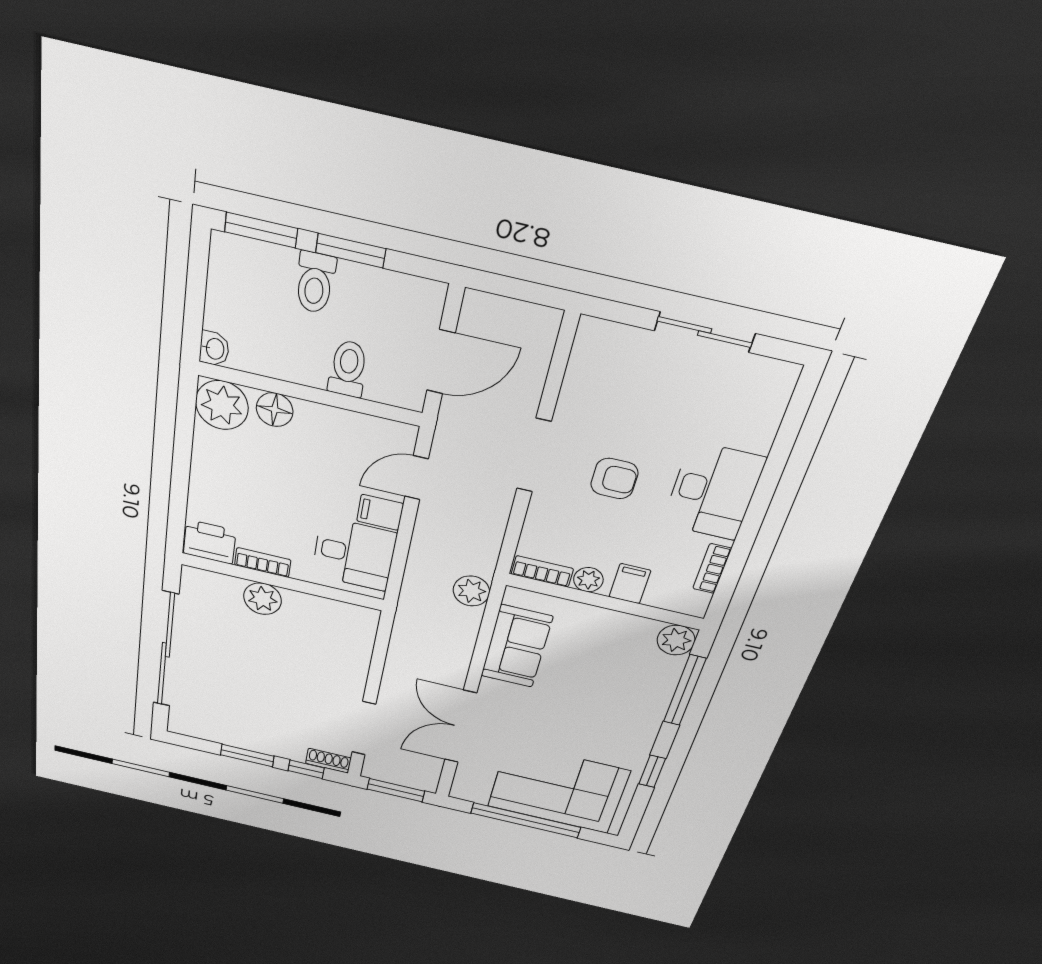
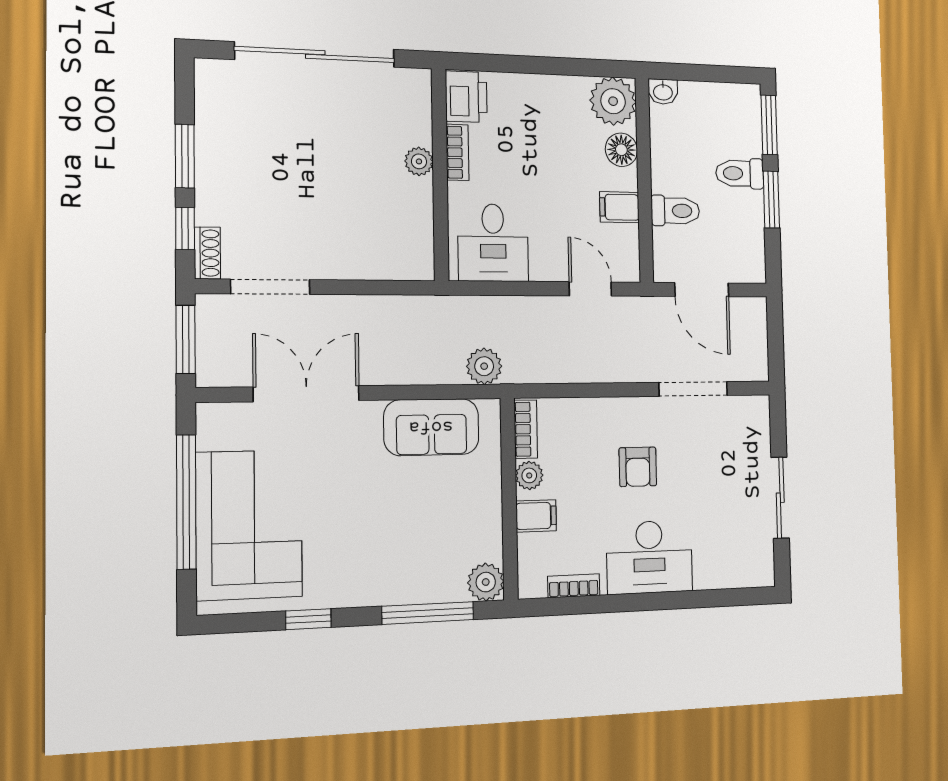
doorway: (534, 455) -> (693, 389), moved
filing cabinet: (380, 512) -> (619, 207), moved, turned -90
plant: (263, 599) -> (419, 161), width x0.73, depth x0.73

